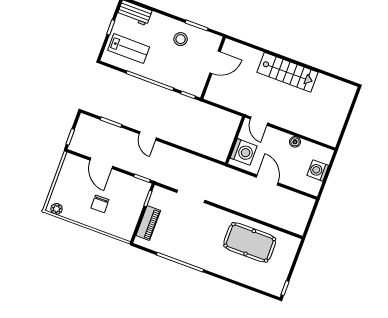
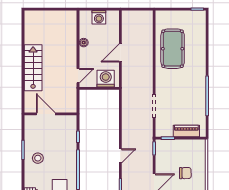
door: (215, 62) -> (46, 114), moved
wall: (213, 68) -> (51, 114), moved

